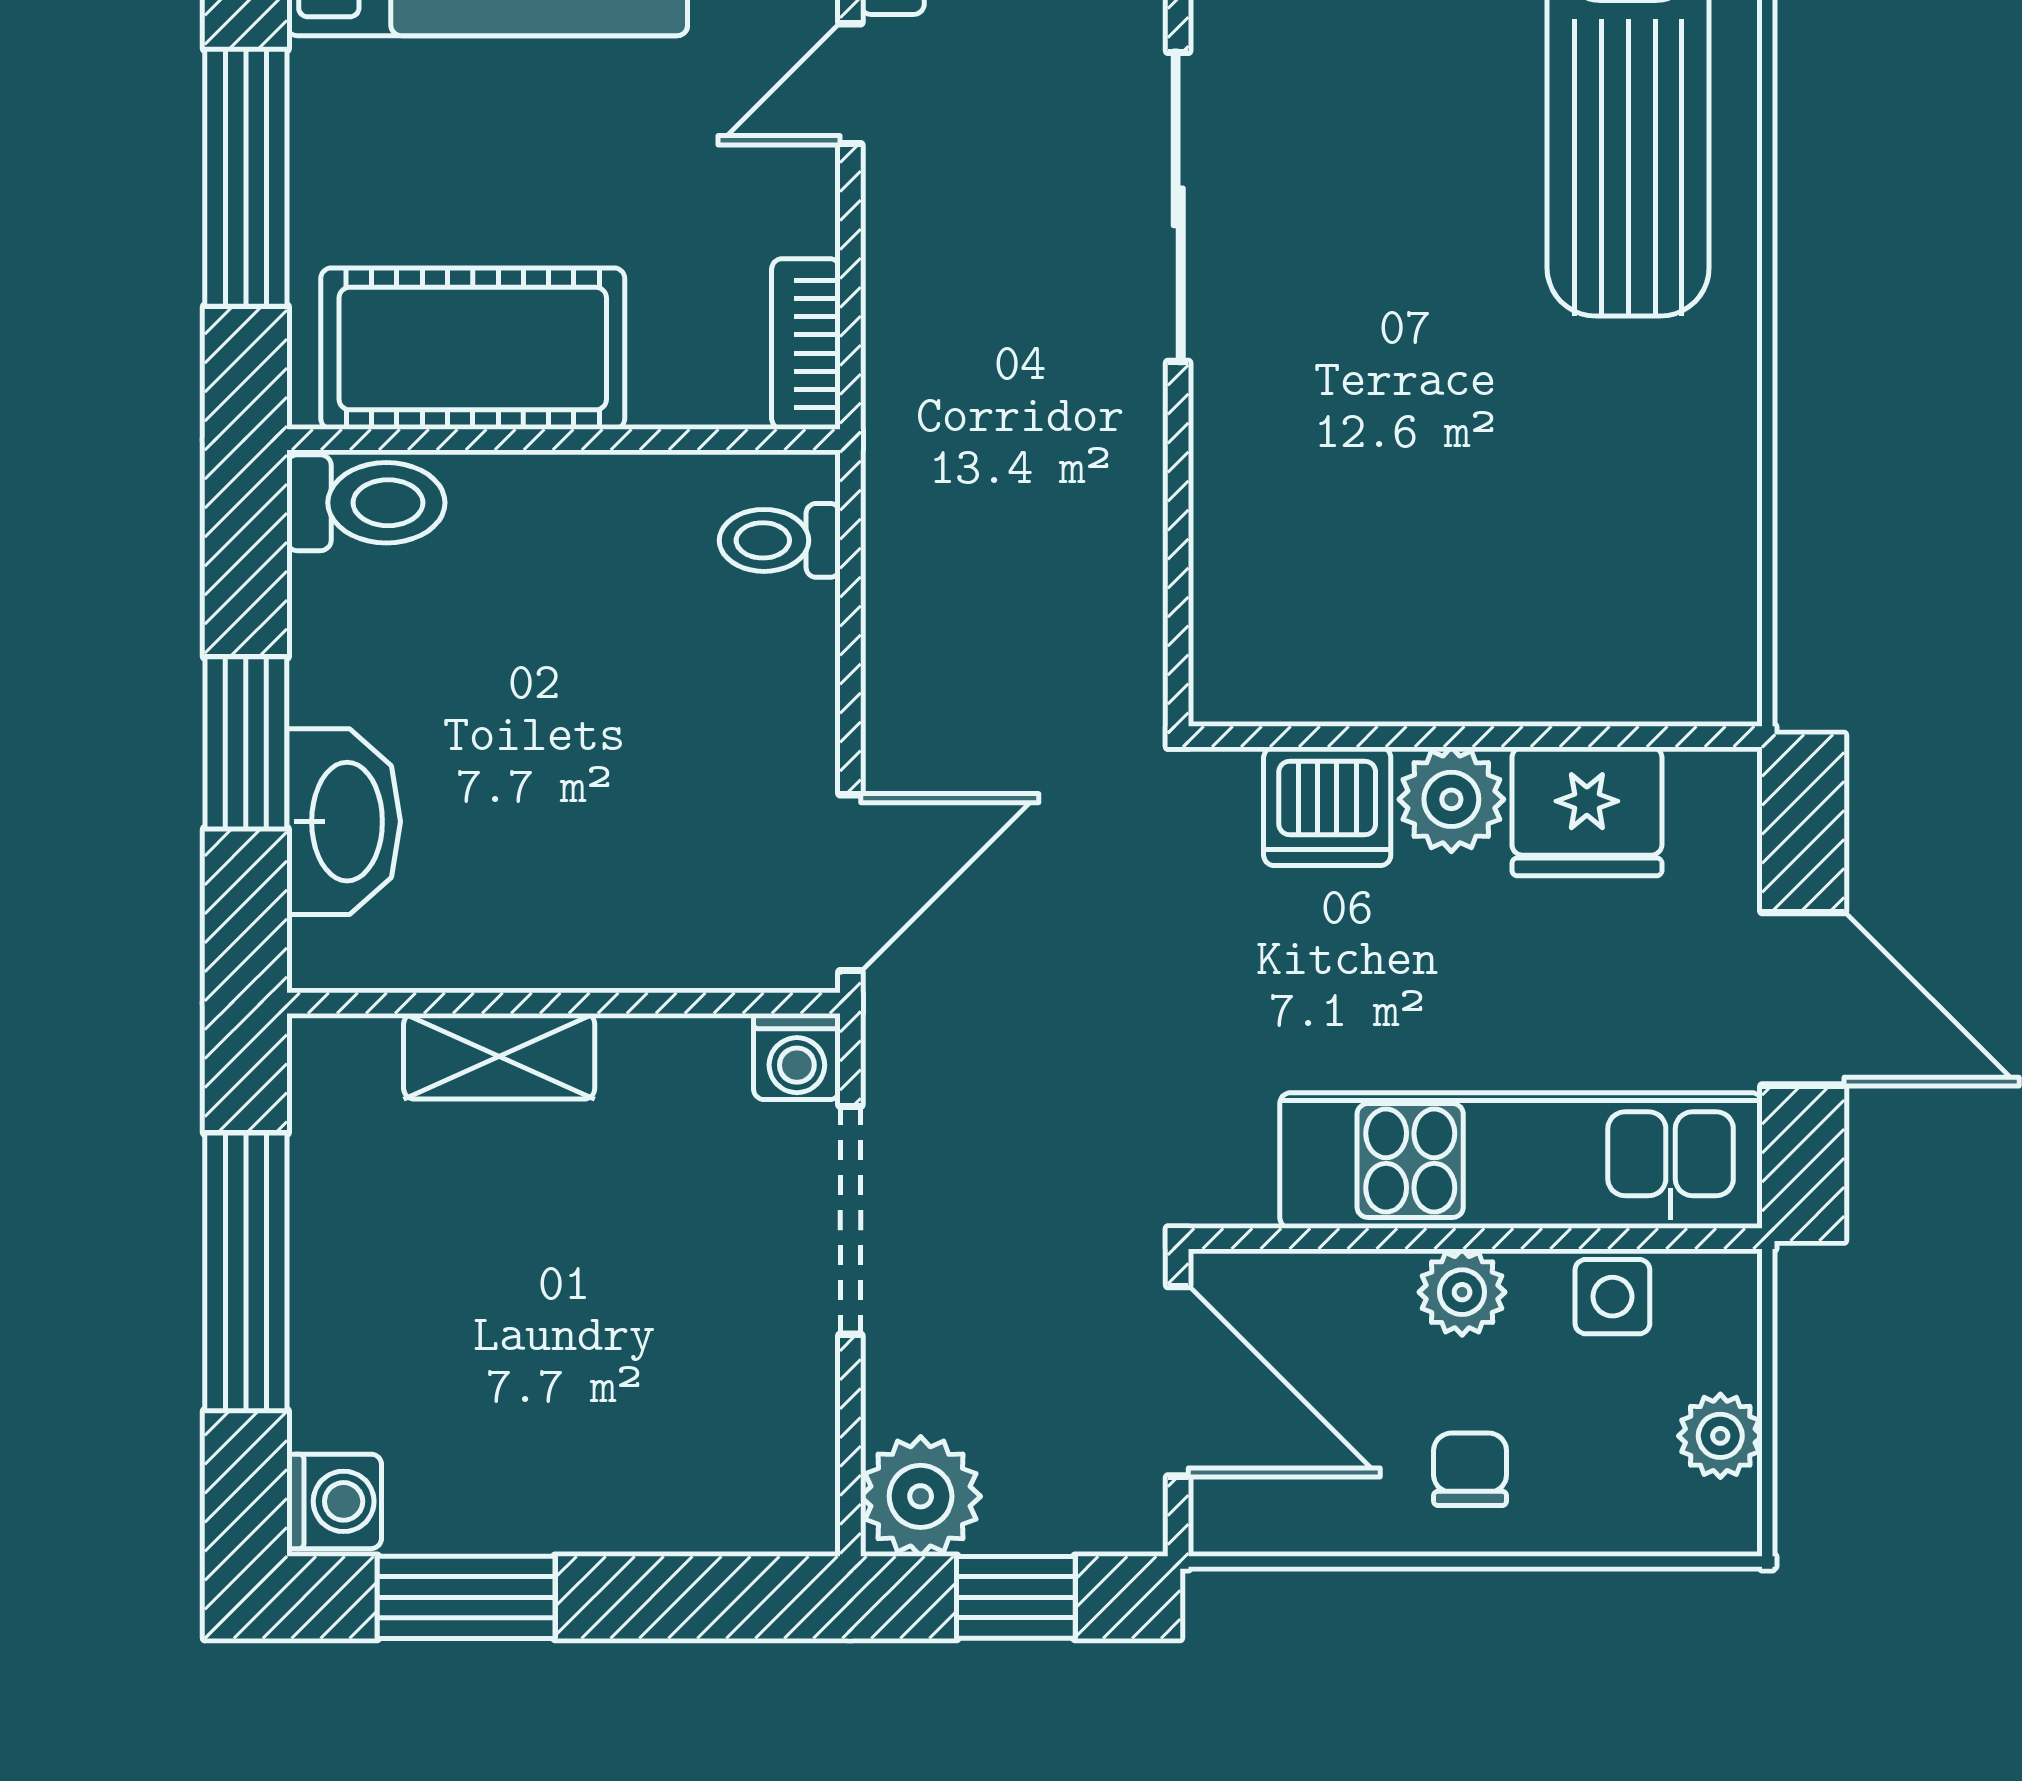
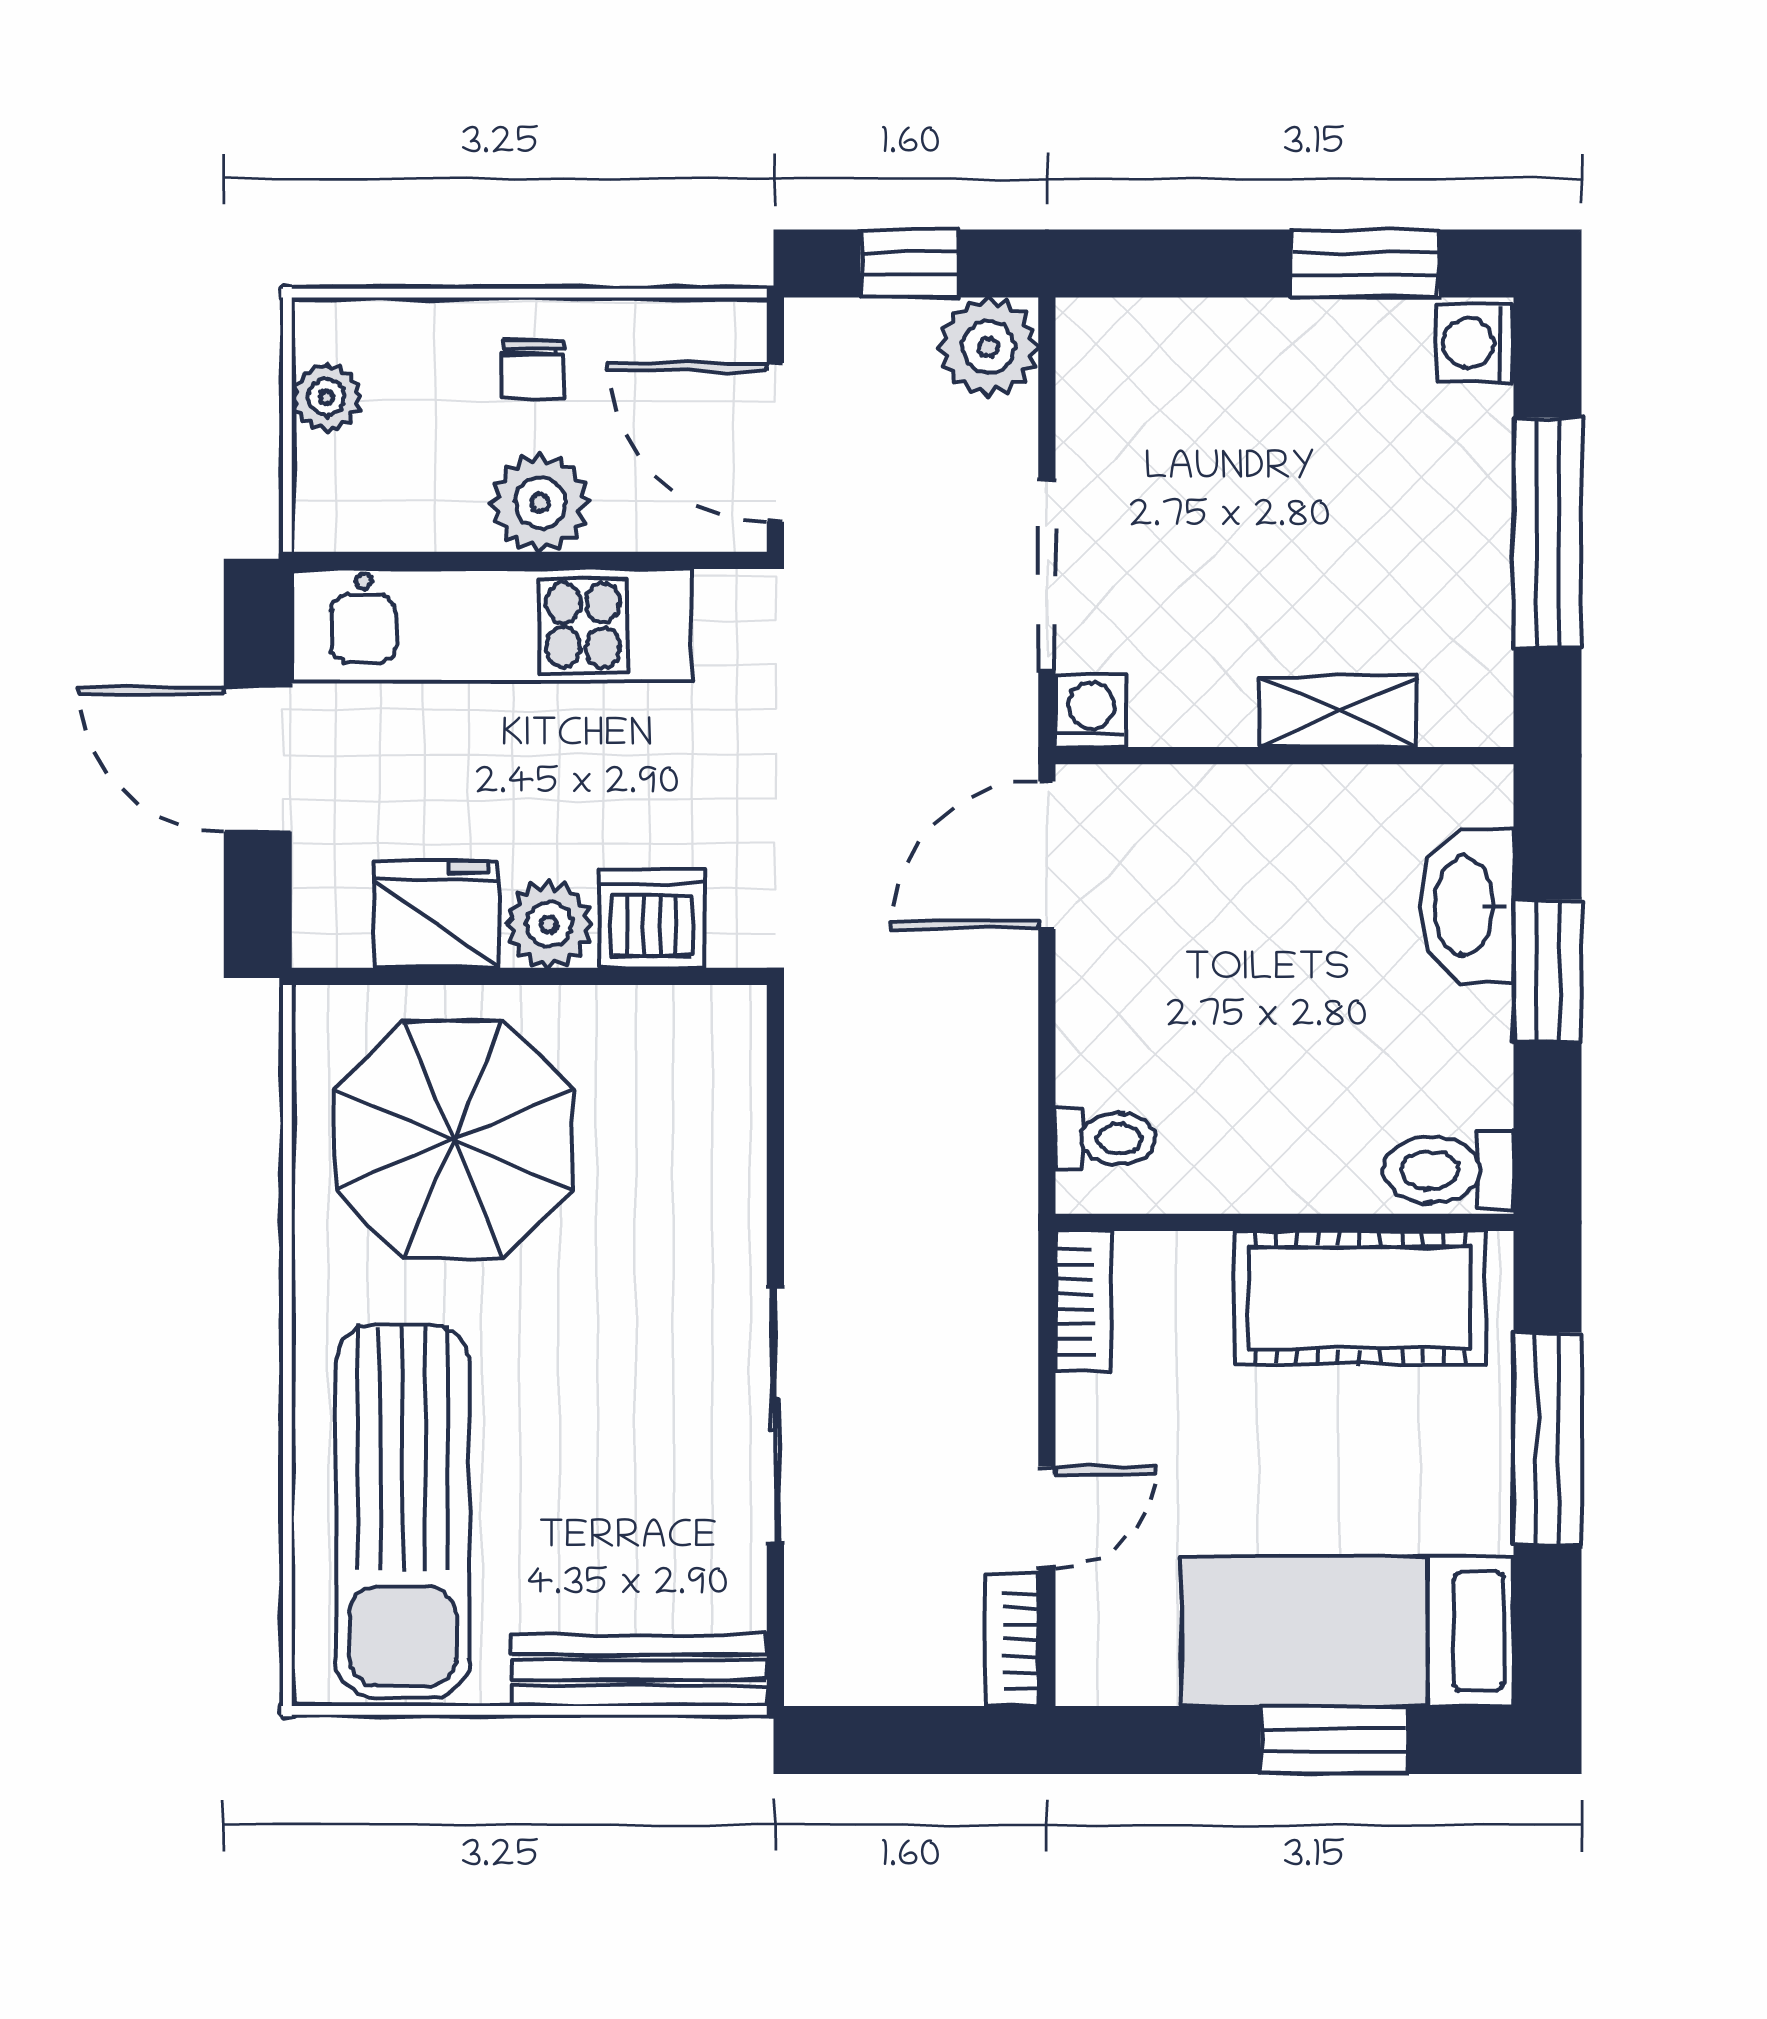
parasol: (1567, 540) -> (453, 1139), added
plant: (1462, 1292) -> (540, 503), width x1.38, depth x1.38
side table: (1612, 1297) -> (416, 513), removed

